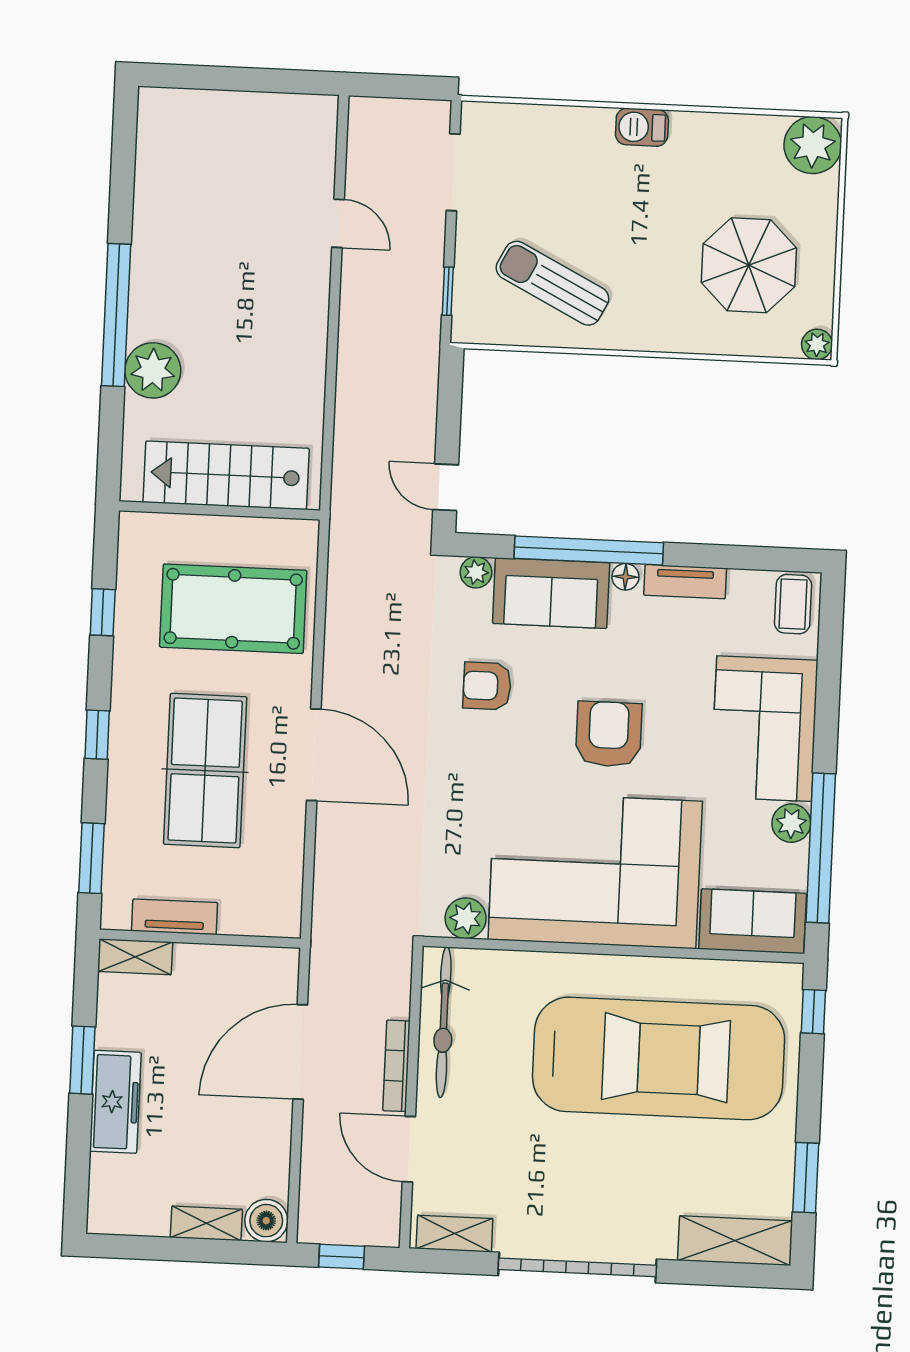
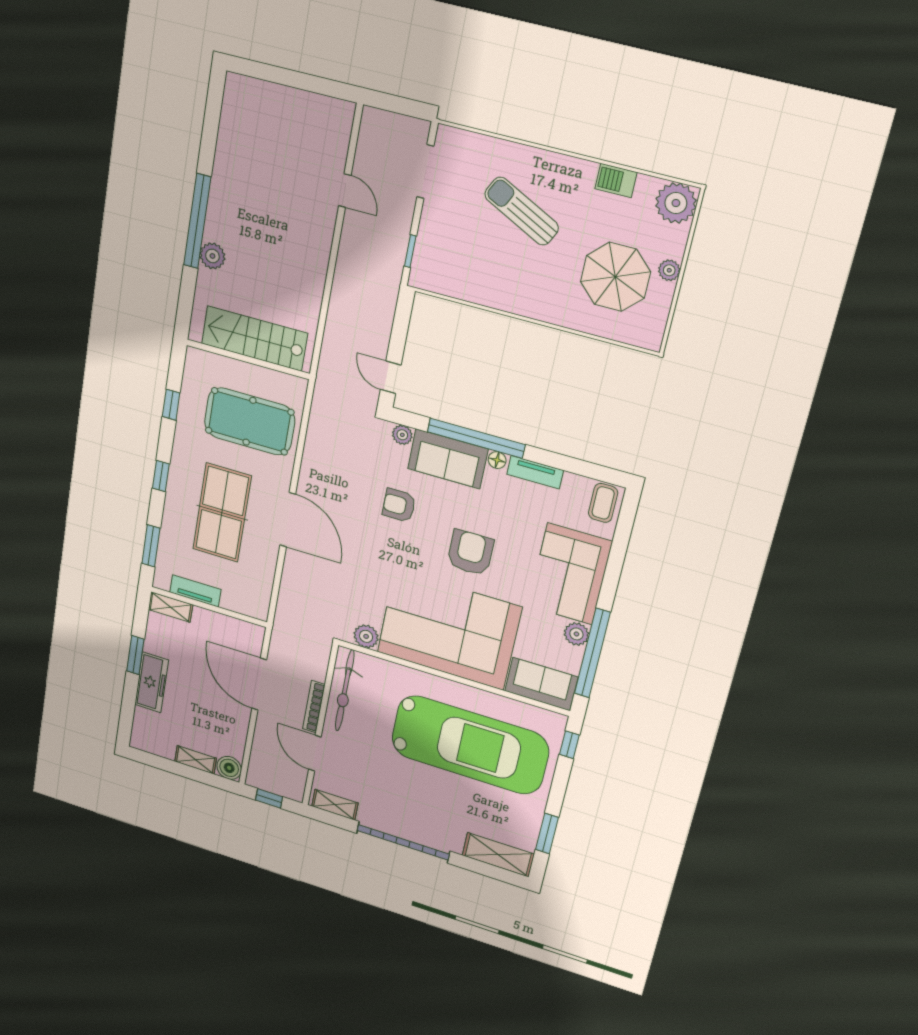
barbecue: (642, 127) -> (616, 181), moved
sun lounger: (552, 283) -> (522, 211), moved
plant: (817, 344) -> (669, 270), moved
plant: (153, 370) -> (212, 256), width x0.73, depth x0.73
door: (300, 1052) -> (259, 684), hinge flipped

